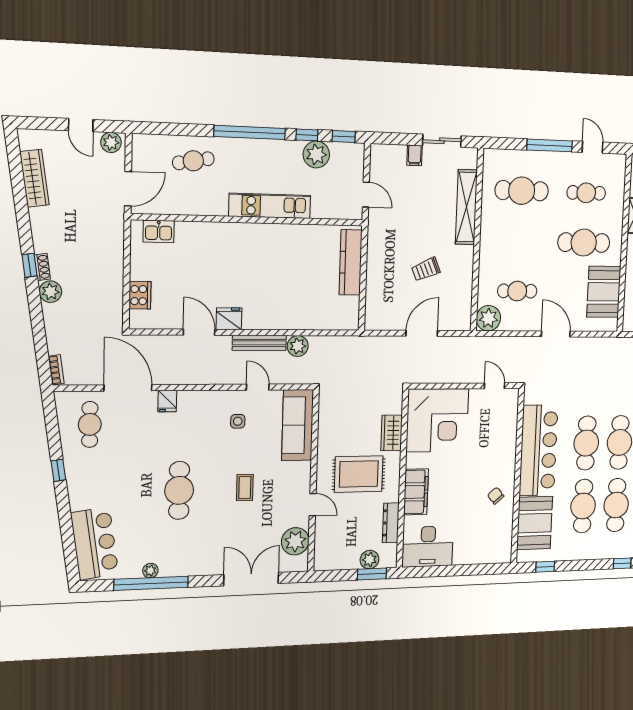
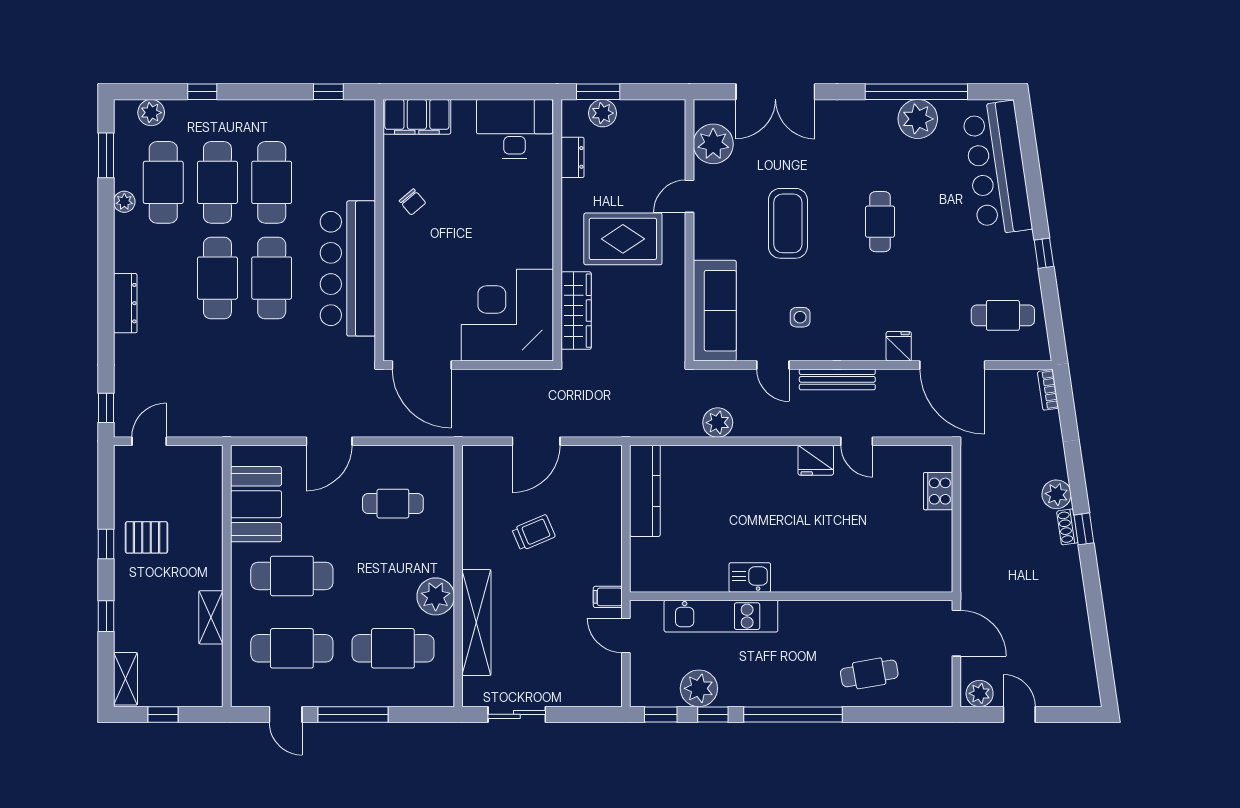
filing cabinet: (415, 155) -> (608, 597), moved, turned -90
wardrobe: (34, 178) -> (1078, 643), removed
door: (128, 189) -> (956, 633), swing flipped
cafe table: (586, 193) -> (292, 648), width x1.37, depth x1.35
kitchen unit: (270, 206) -> (721, 616), moved
kitchen sink: (159, 231) -> (750, 578), moved
kitchen counter: (351, 262) -> (645, 491), moved
plant: (488, 318) -> (436, 596), moved
door: (199, 332) -> (857, 441), width x0.73
door: (556, 334) -> (329, 441), hinge flipped
bench: (259, 343) -> (837, 379), moved
door: (495, 386) -> (422, 365), width x1.87
cafe table: (90, 424) -> (1003, 315), turned 90
wardrobe: (392, 433) -> (576, 311), width x1.50
coffee table: (245, 488) -> (788, 223), width x1.86, depth x1.72
cafe table: (179, 490) -> (880, 222), width x0.73, depth x0.74
filing cabinet: (416, 492) -> (417, 117), moved, turned -90
door: (313, 505) -> (689, 196), hinge flipped
dresser: (391, 523) -> (572, 157), width x0.70
booth: (535, 523) -> (349, 159), removed
bar counter: (95, 543) -> (997, 168), width x1.36
plant: (150, 571) -> (918, 119), width x1.87, depth x1.87

